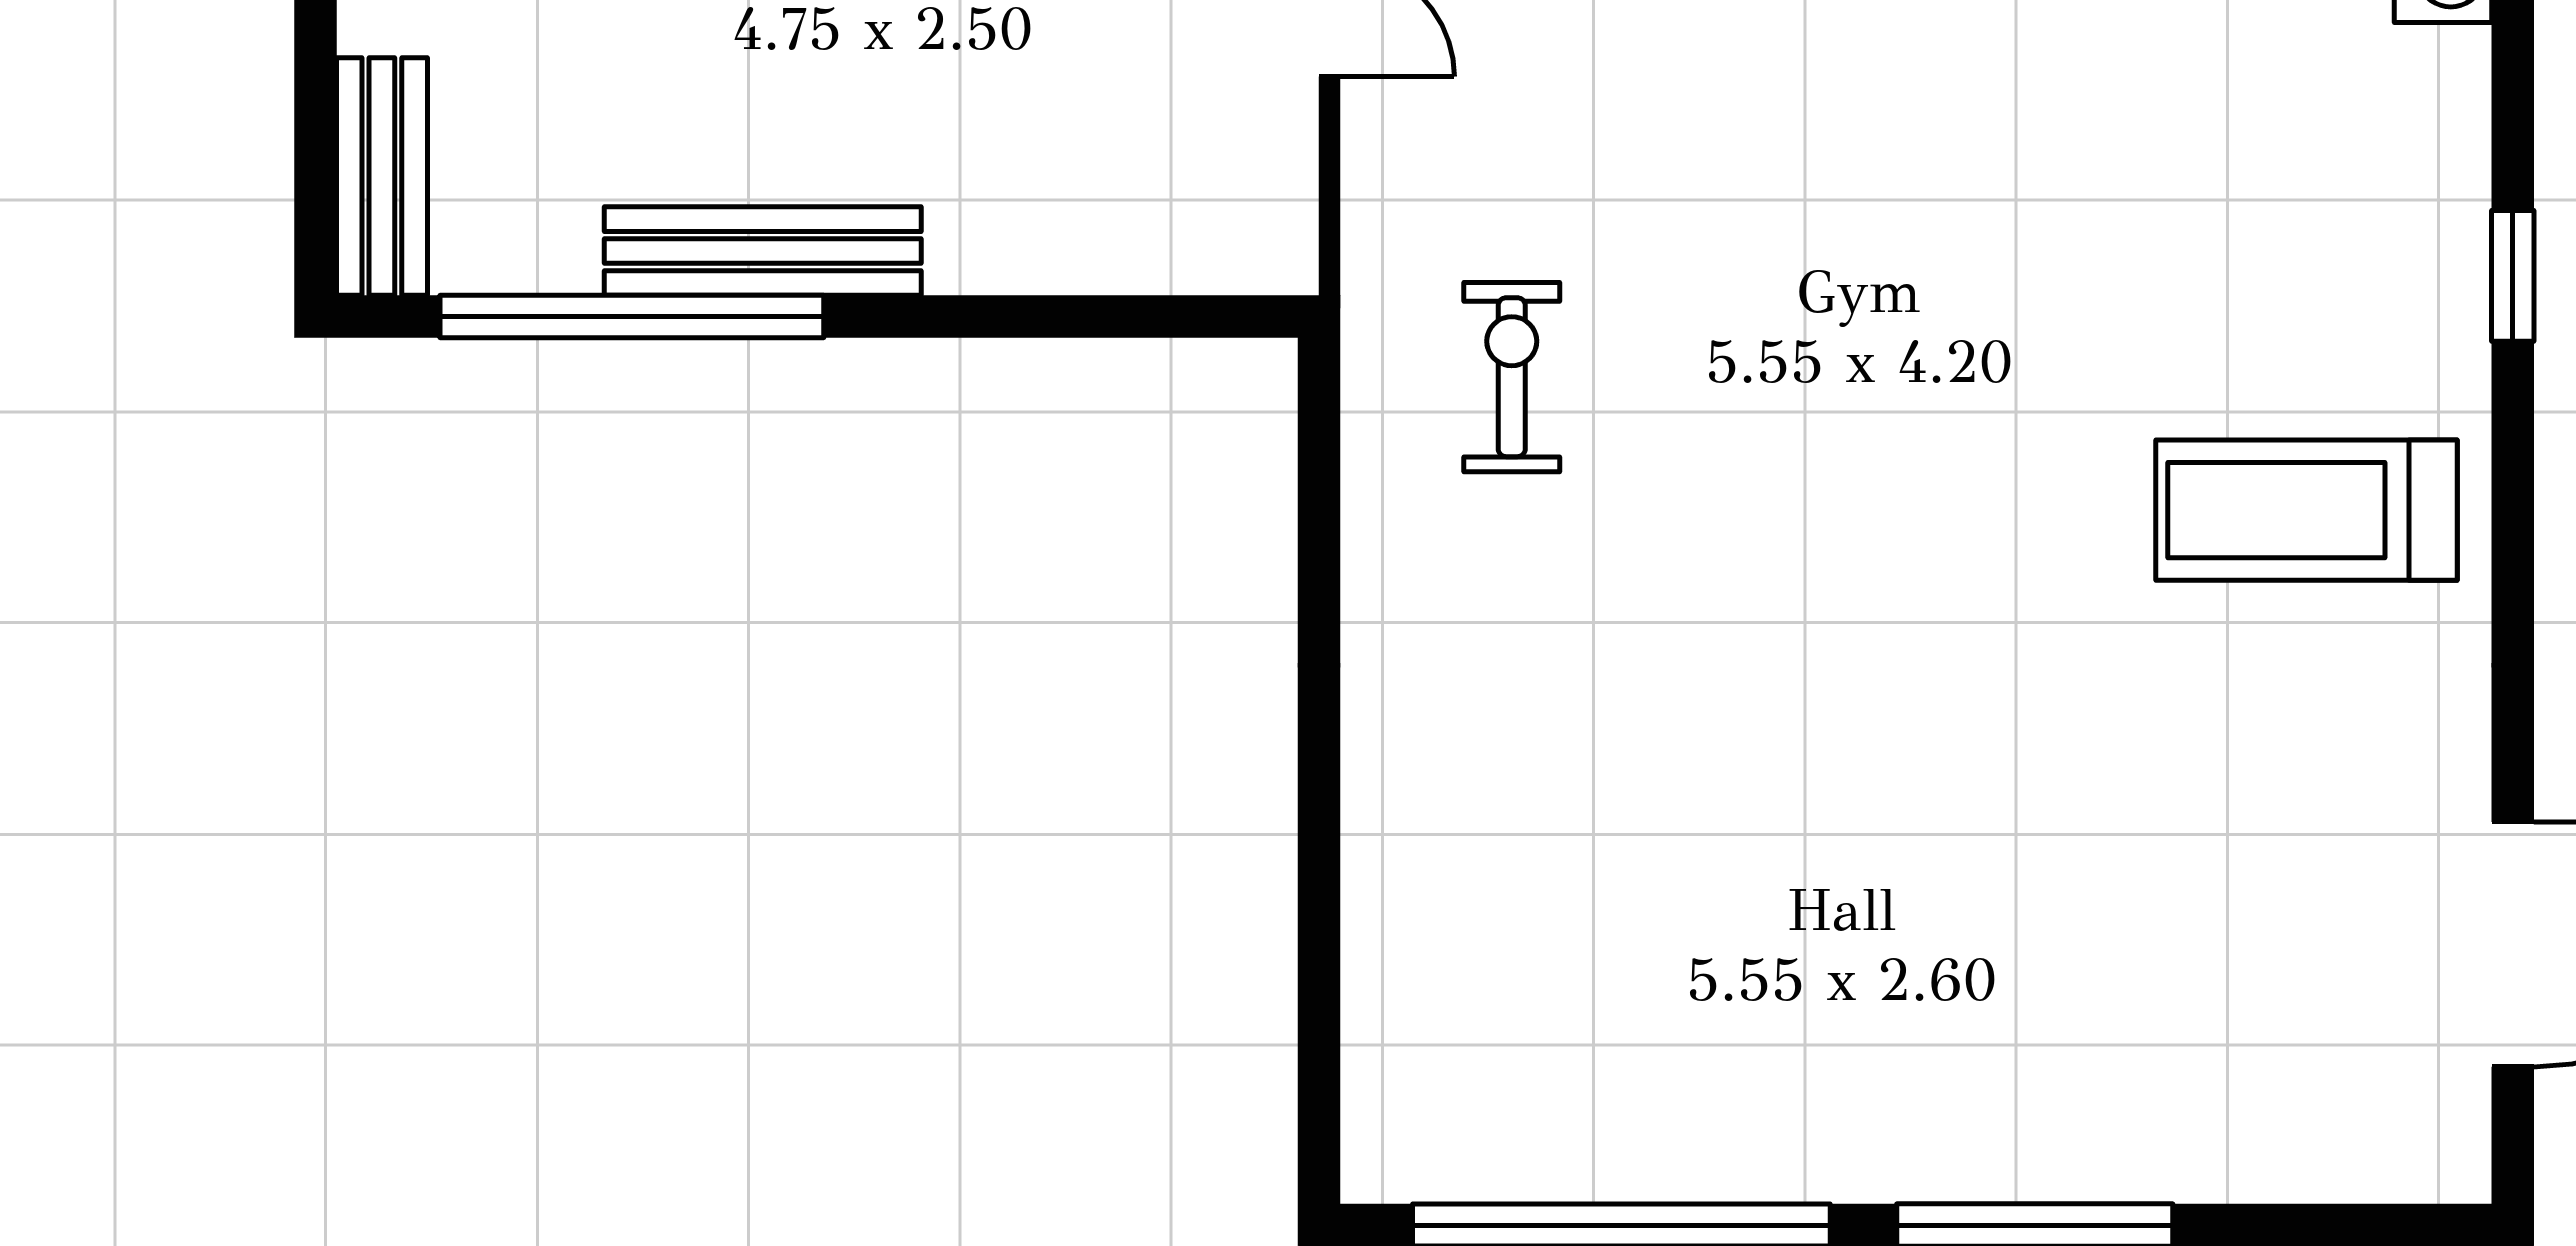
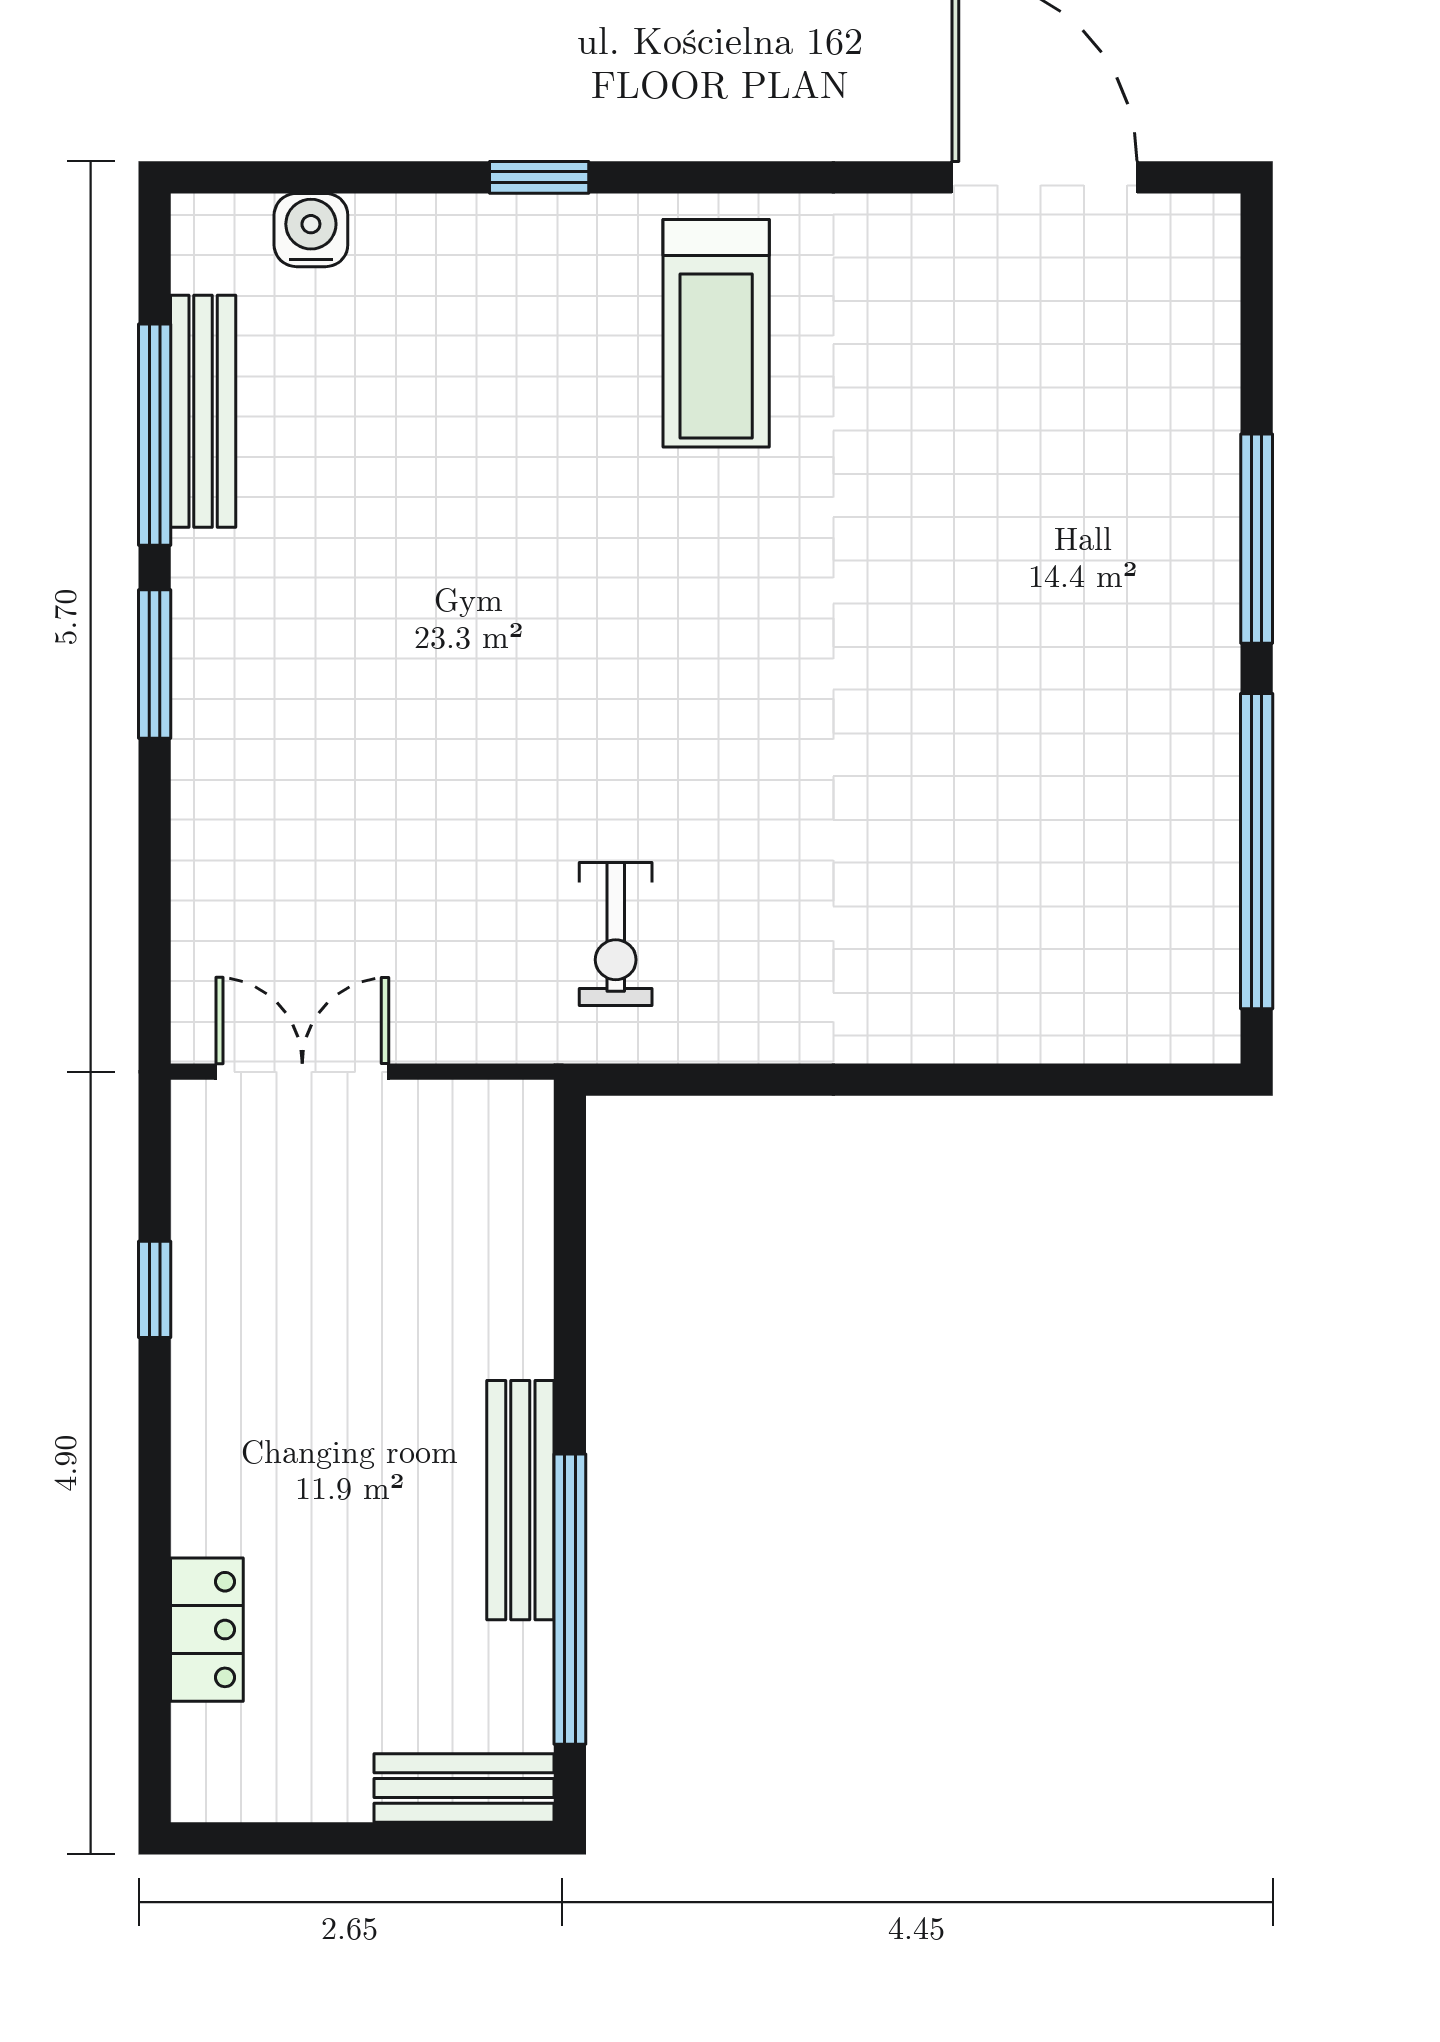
exercise bike: (1512, 377) -> (616, 934), turned -90

